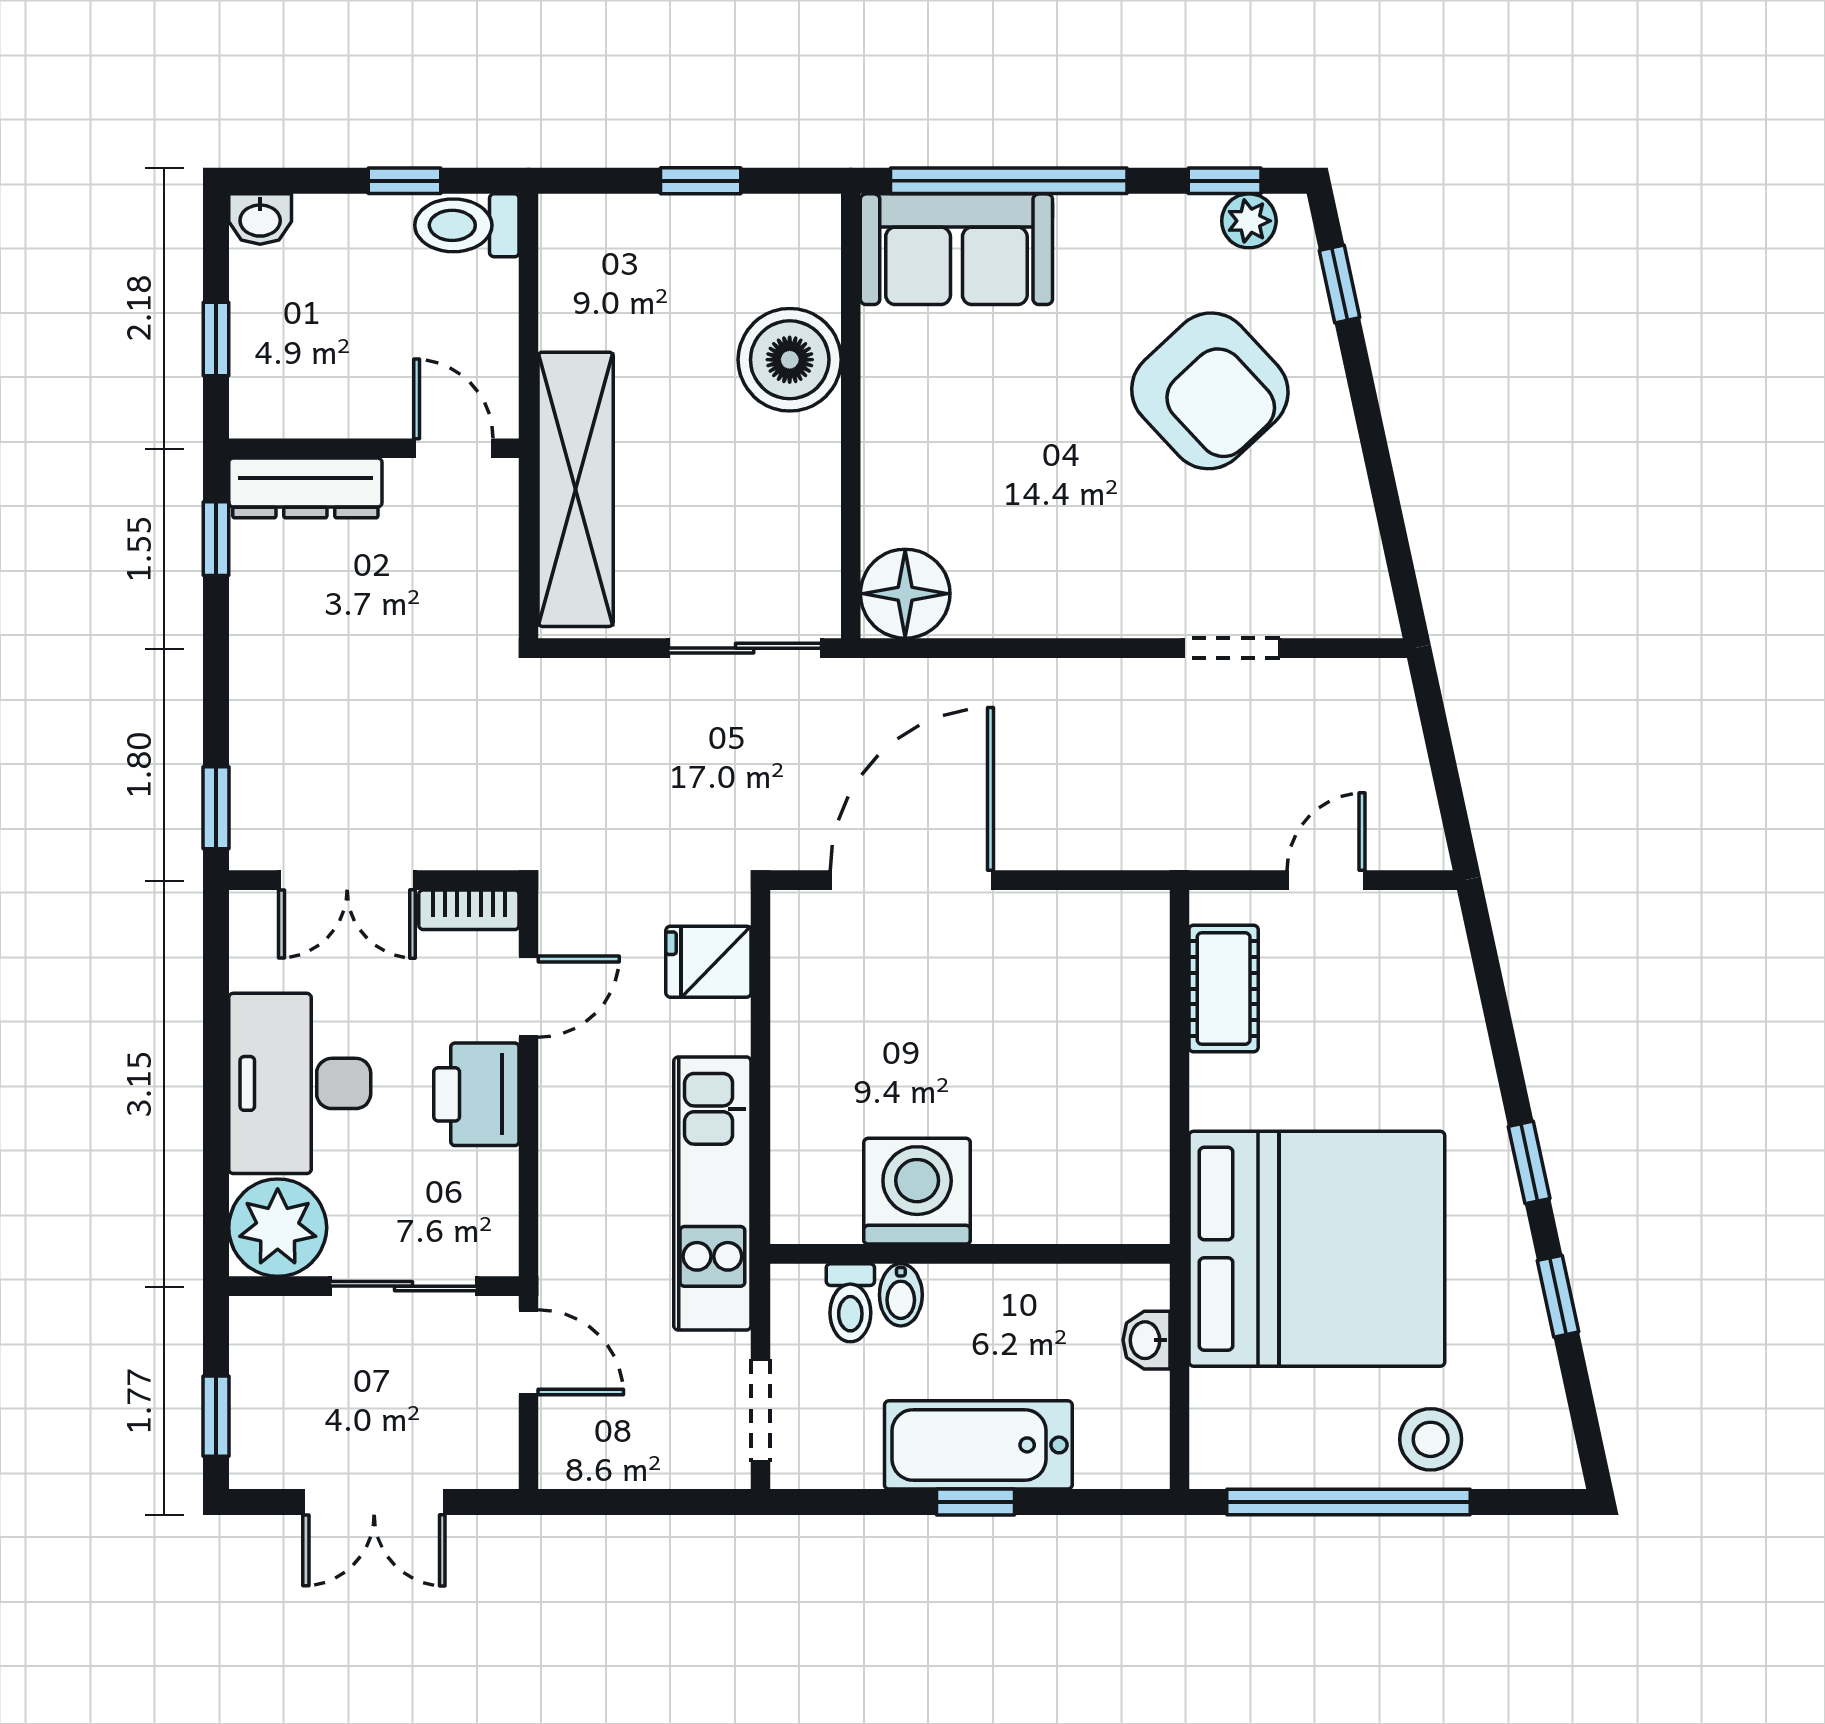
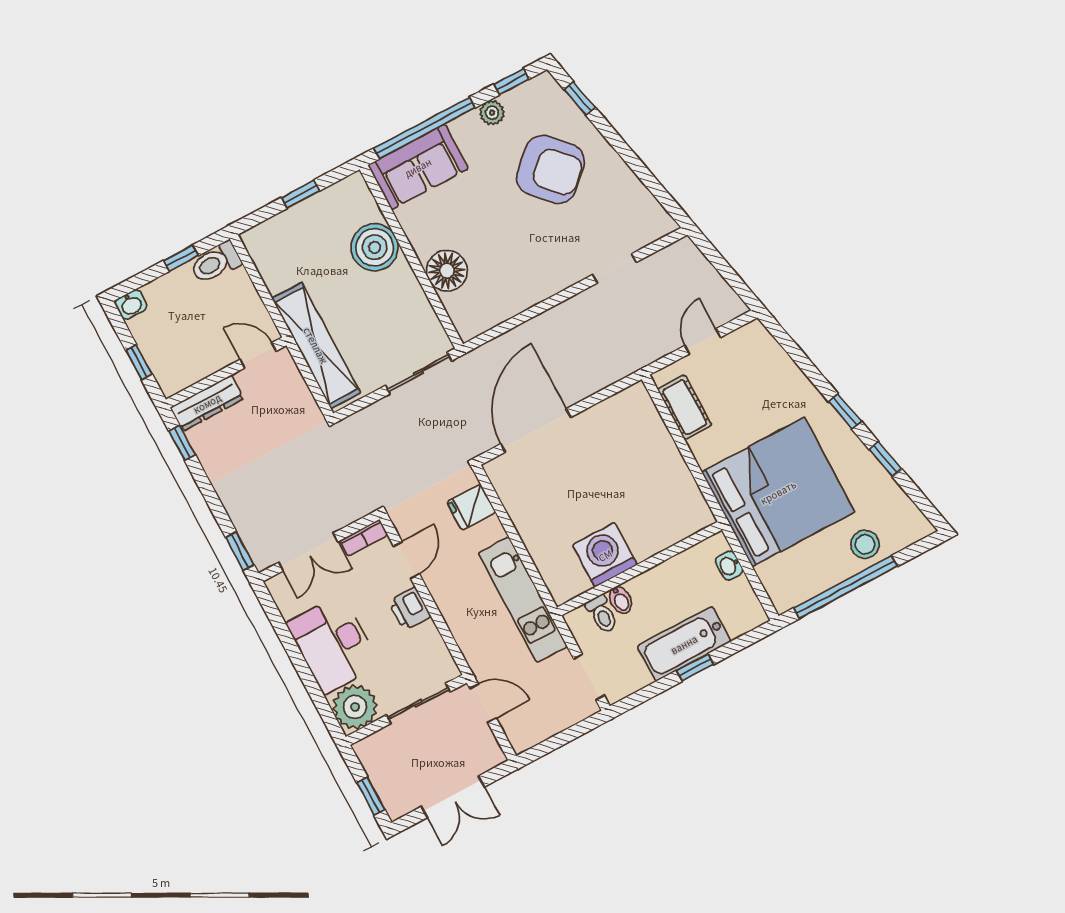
plant: (1249, 221) -> (492, 113), moved
floor lamp: (905, 594) -> (447, 271), moved
printer: (476, 1094) -> (410, 609), width x0.73, depth x0.81

